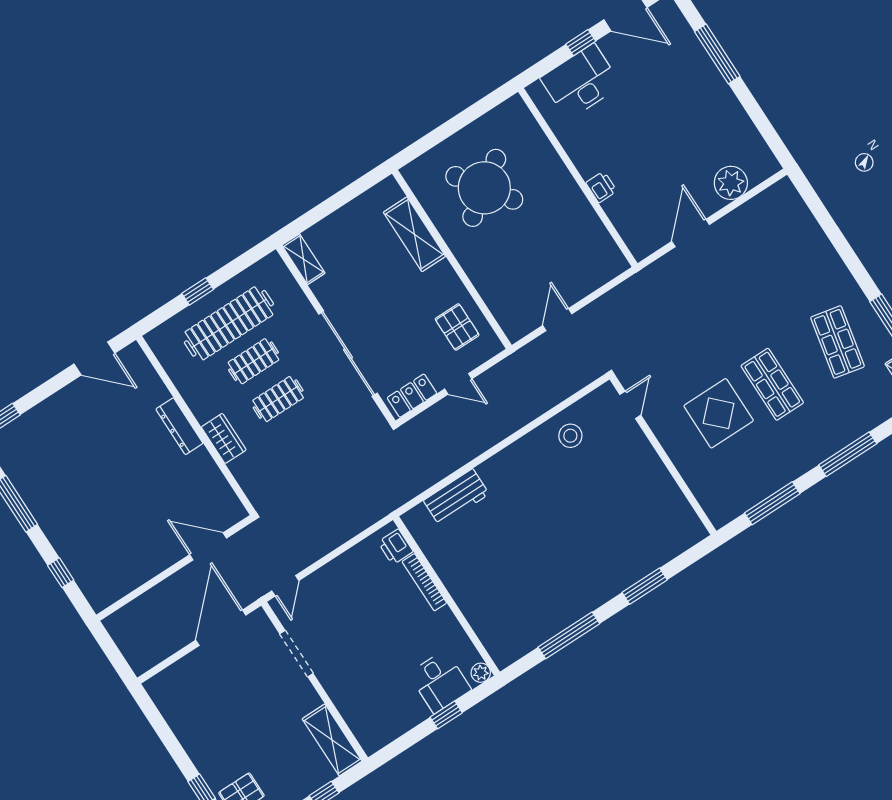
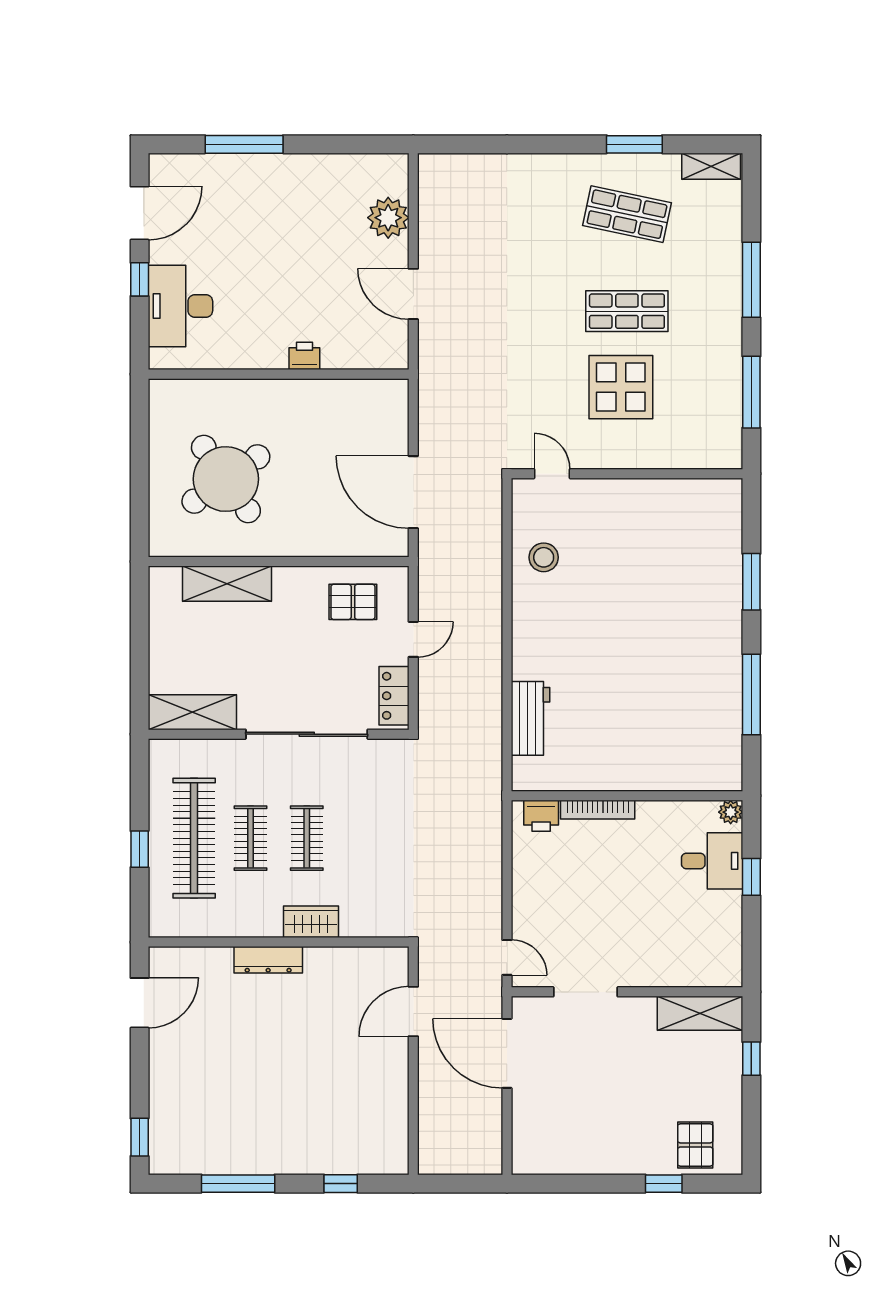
shelving: (303, 259) -> (192, 712), width x1.50, depth x1.33
door: (557, 320) -> (413, 492), width x1.88

